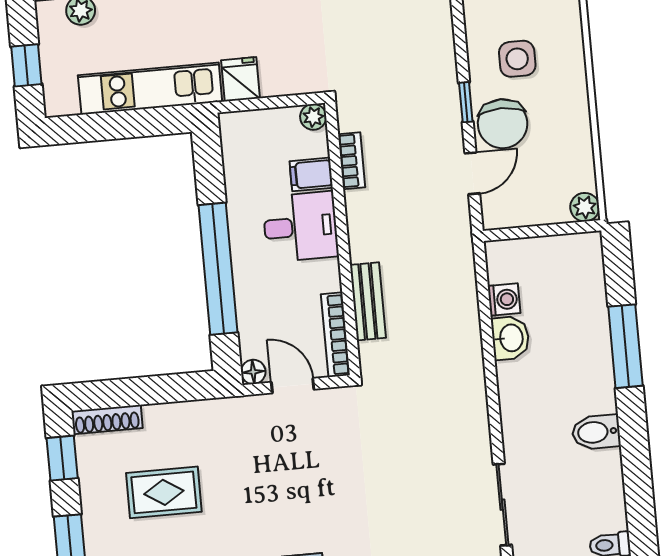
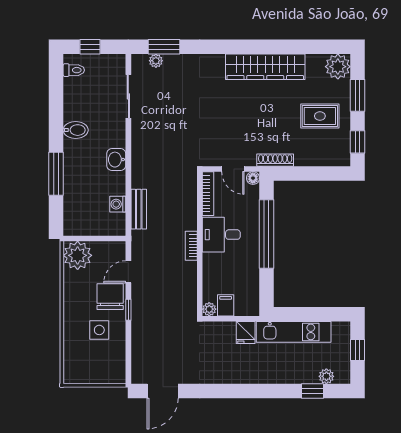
bookcase: (352, 161) -> (191, 246), moved
filing cabinet: (311, 174) -> (226, 305), moved, turned -90
plant: (585, 207) -> (78, 255), width x1.88, depth x1.88
desk: (300, 227) -> (221, 235), moved
bench: (368, 301) -> (139, 209), moved
washbasin: (510, 338) -> (116, 160), moved
shoe rack: (107, 420) -> (275, 160), moved
rug: (164, 492) -> (320, 116), moved

